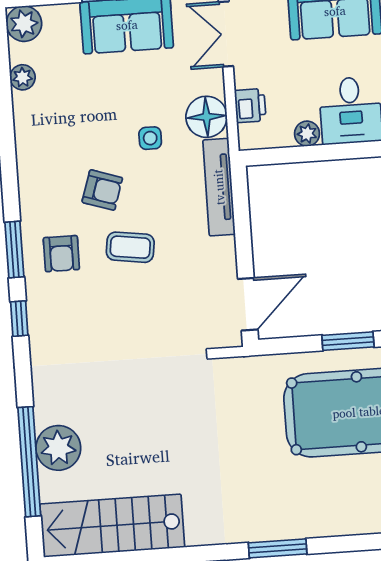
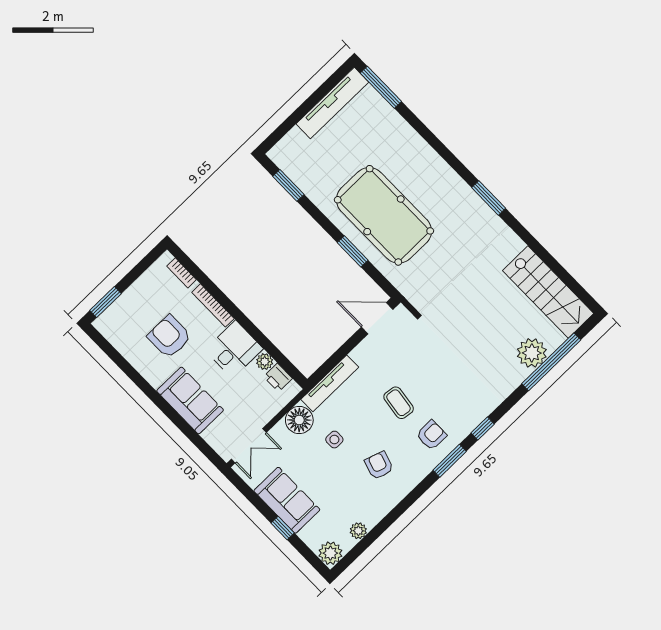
printer: (250, 106) -> (278, 378), moved, turned -90
armchair: (102, 190) -> (379, 465), moved

